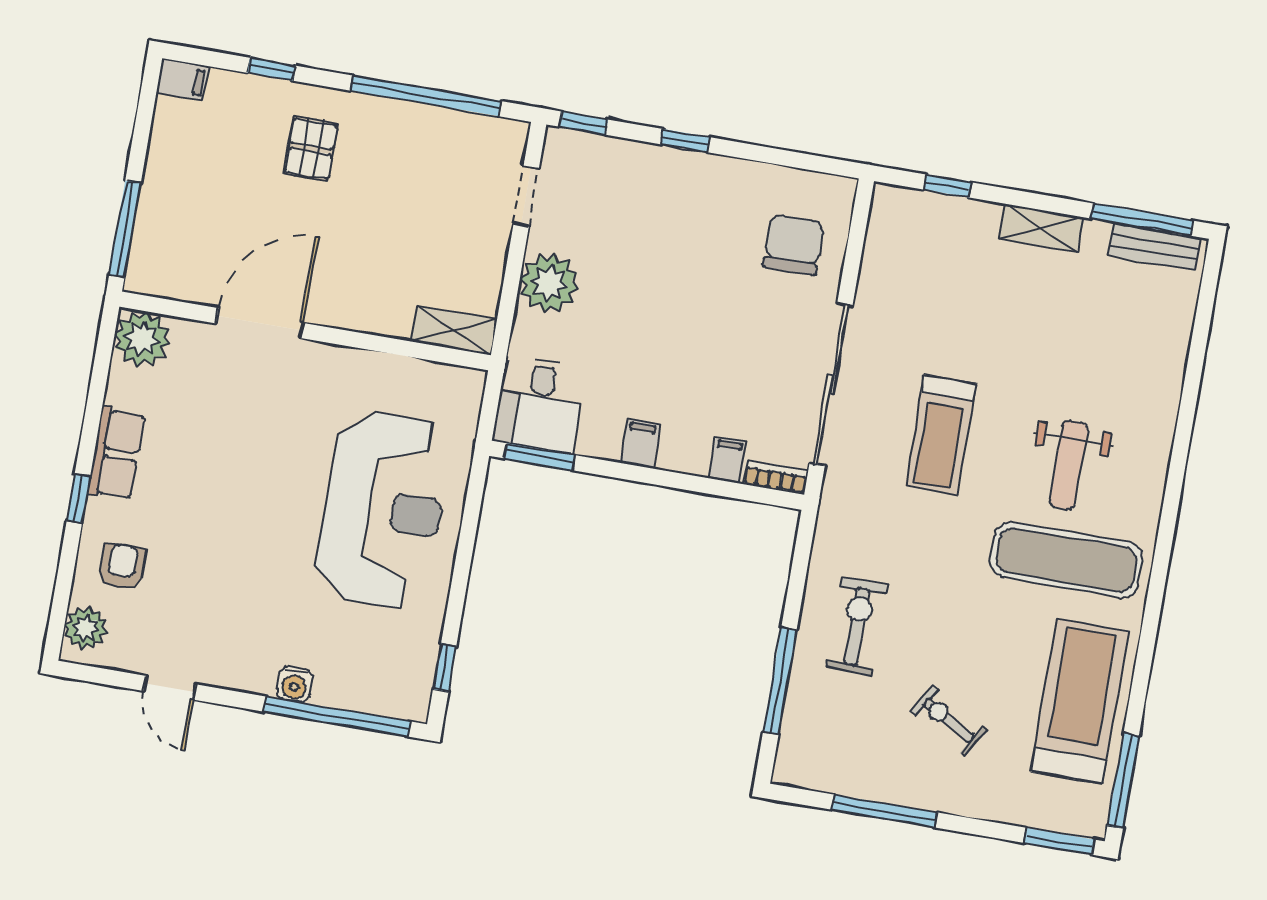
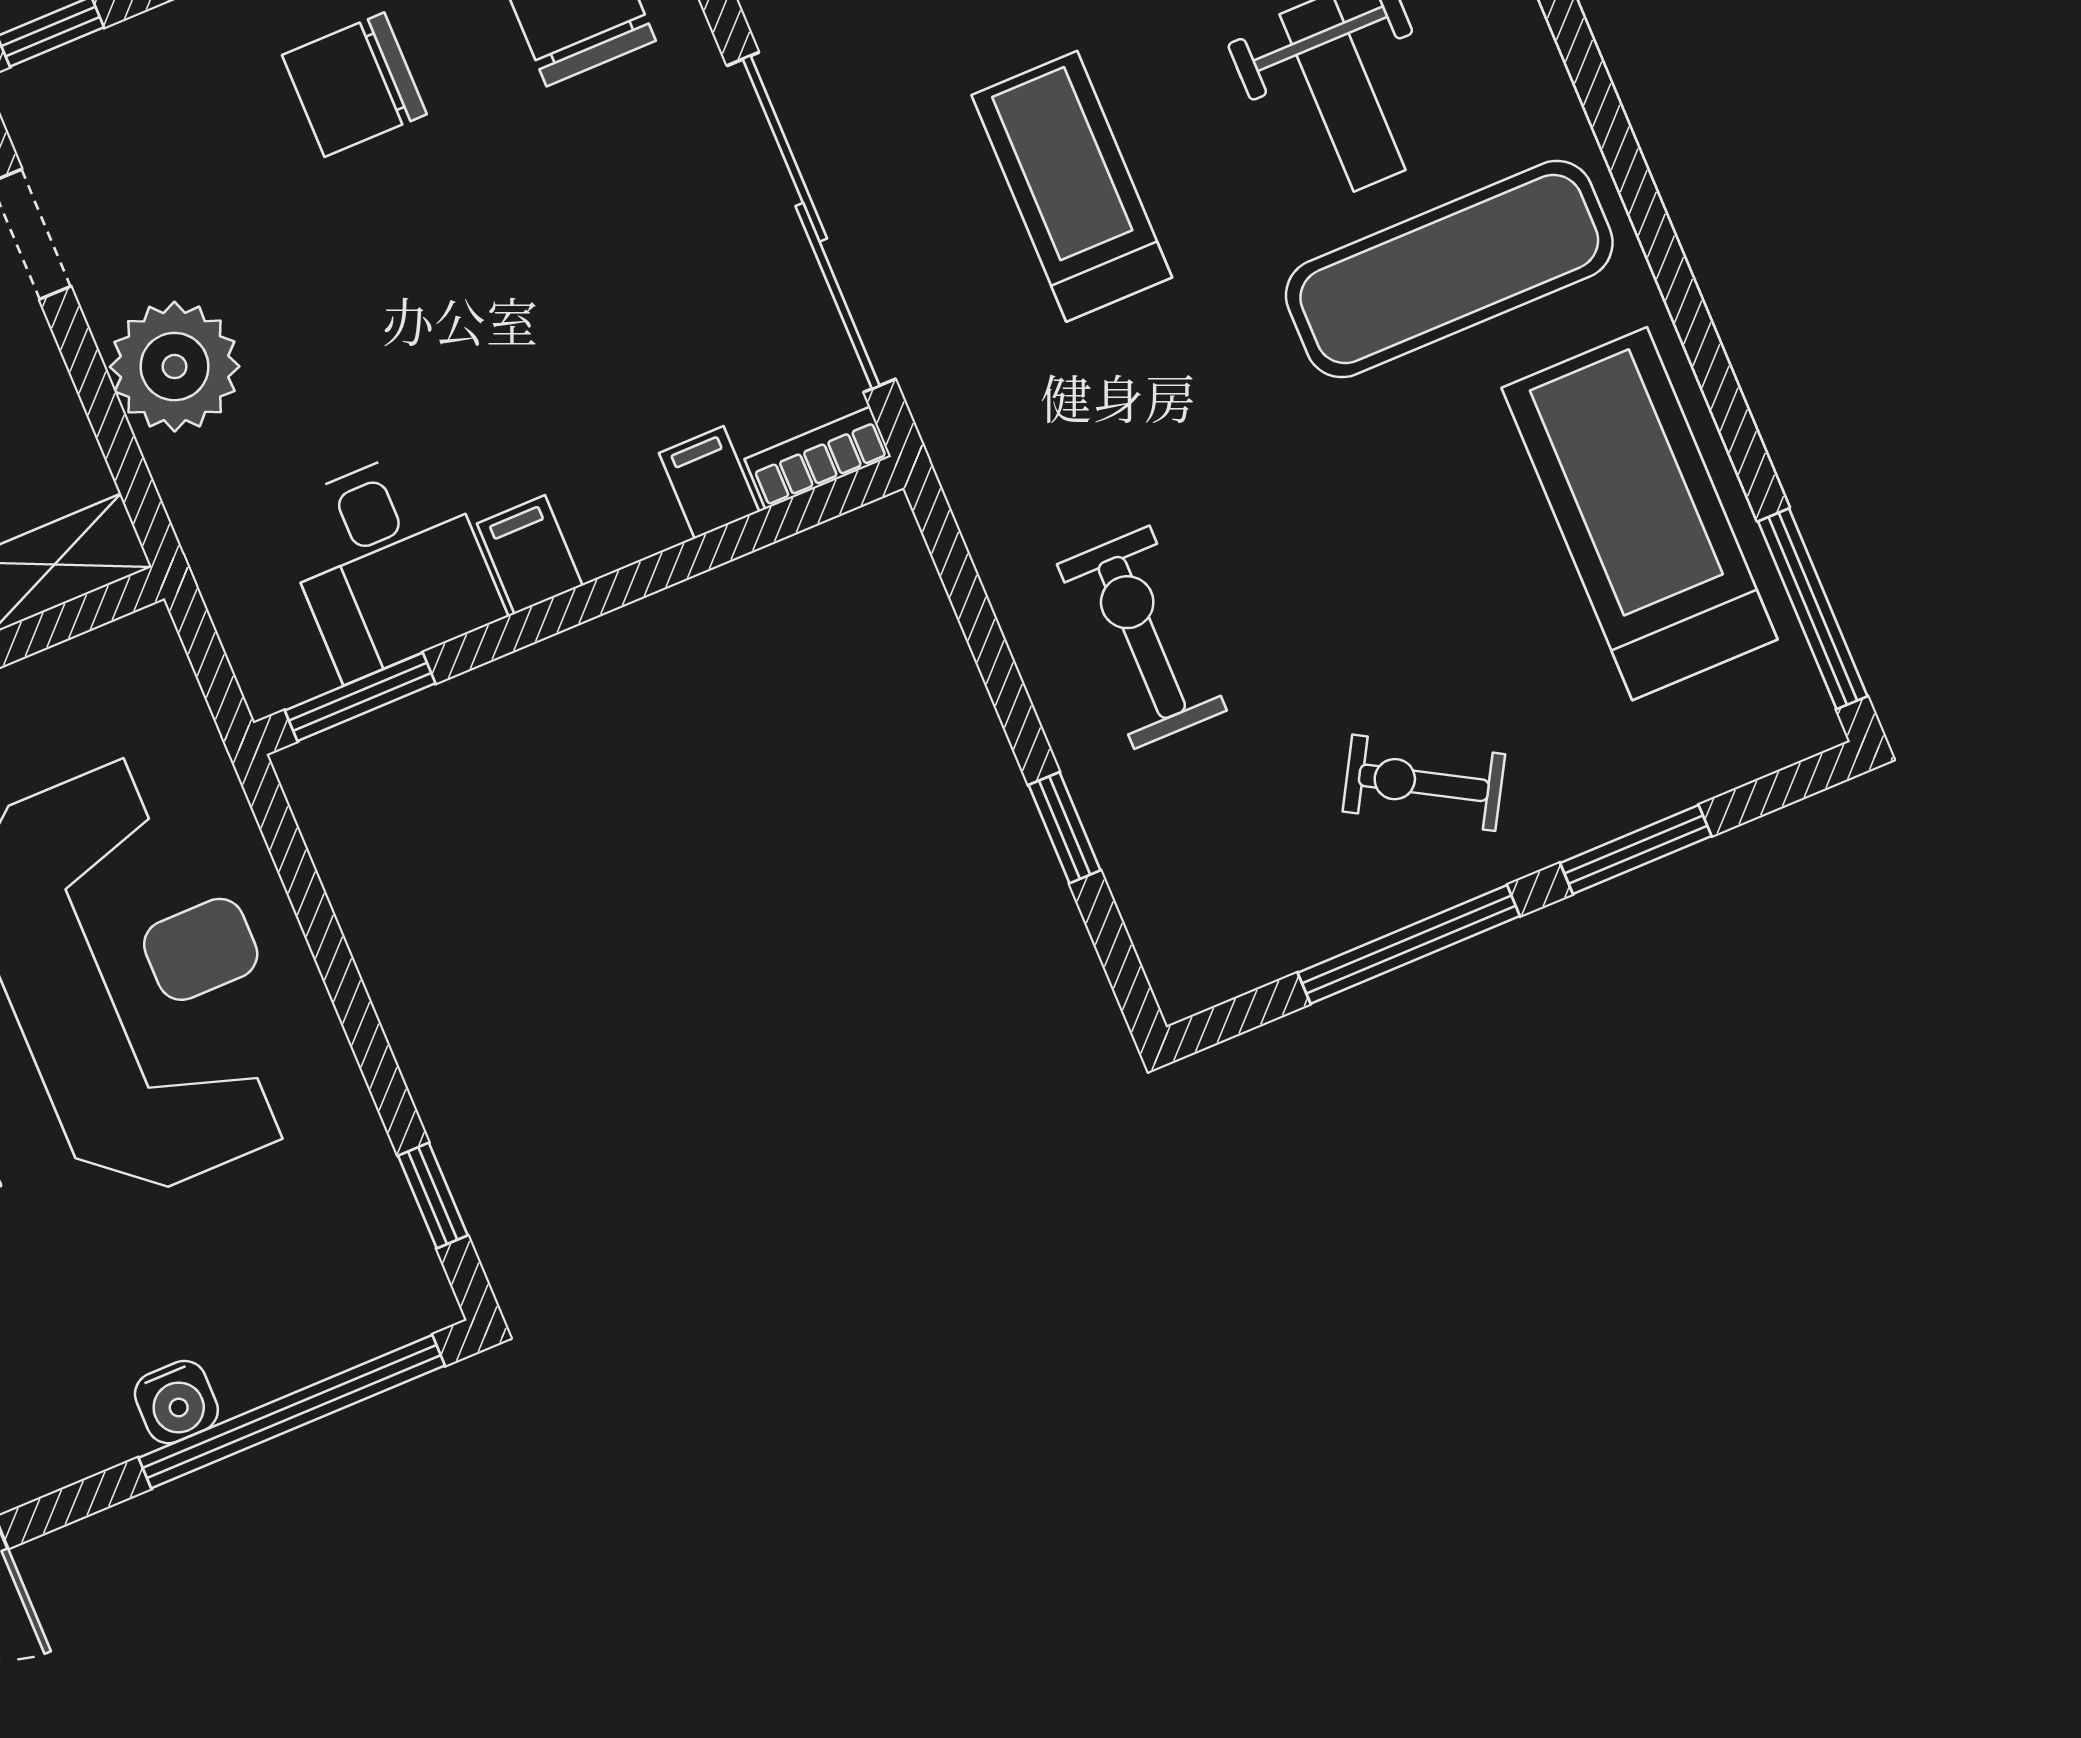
chair: (688, 219) -> (354, 85), added
desk: (540, 404) -> (389, 562), moved
treadmill: (941, 435) -> (1072, 186), turned 180
window: (780, 681) -> (1064, 828), width x0.46
exercise bike: (949, 720) -> (1424, 783), moved
window: (1059, 841) -> (1636, 849), moved

